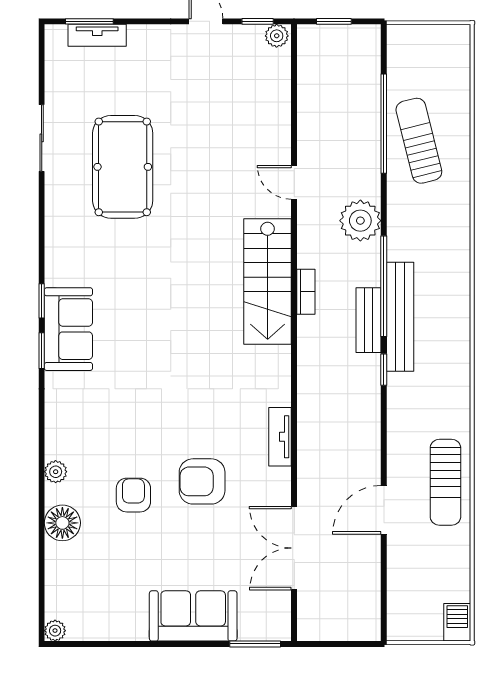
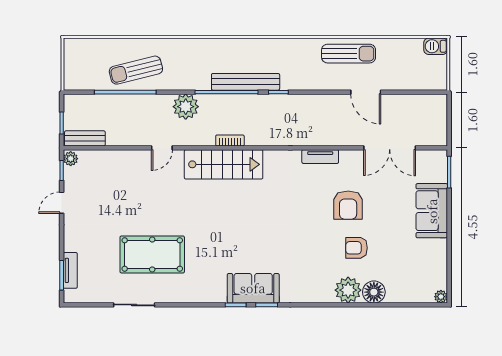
bench: (369, 320) -> (85, 138), moved
plant: (56, 472) -> (348, 290), width x1.87, depth x1.87

